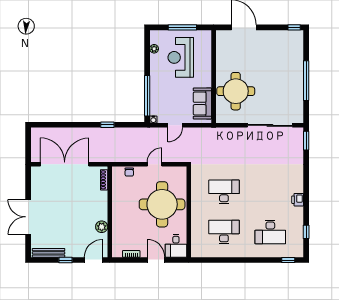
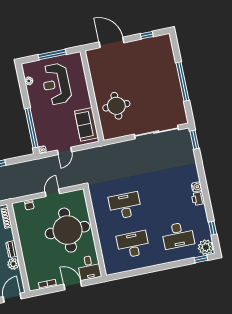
window: (294, 27) -> (147, 35), moved
round table: (236, 91) -> (116, 106), width x0.73, depth x0.73
water cooler: (299, 188) -> (197, 187), added
dresser: (103, 212) -> (12, 249), added
plant: (296, 249) -> (206, 247), added

